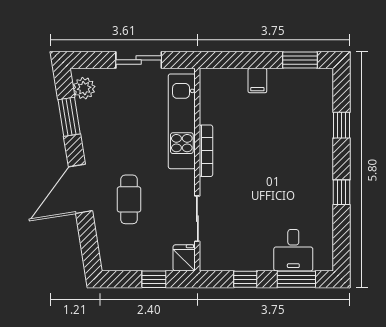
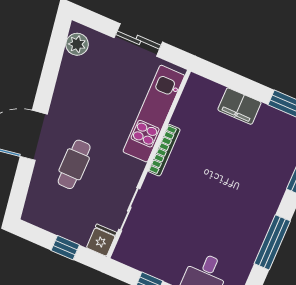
filing cabinet: (257, 81) -> (239, 106), width x2.00
window: (69, 117) -> (52, 64), removed
window: (341, 192) -> (272, 242), width x2.17

